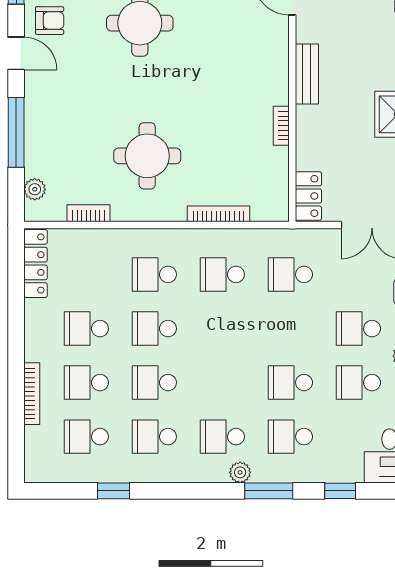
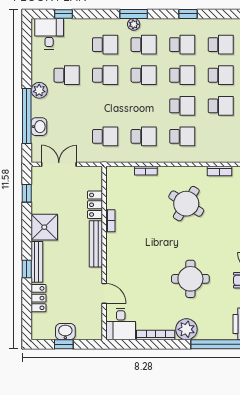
bench: (307, 74) -> (96, 244), width x1.36
round table: (147, 156) -> (186, 204), turned 32
locker: (308, 196) -> (95, 205), moved
bookcase: (218, 214) -> (146, 171), width x0.64
school desk: (358, 329) -> (144, 75), moved
window: (113, 491) -> (188, 14), moved
window: (269, 491) -> (134, 14), moved
window: (340, 491) -> (63, 14), moved

